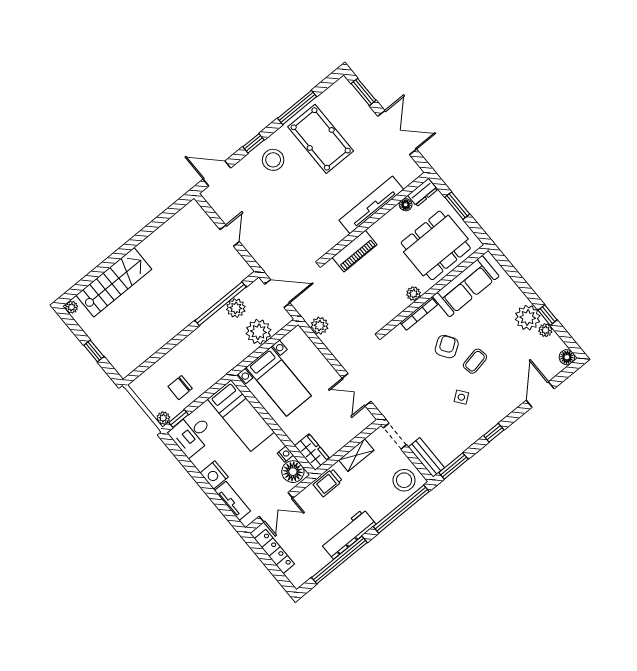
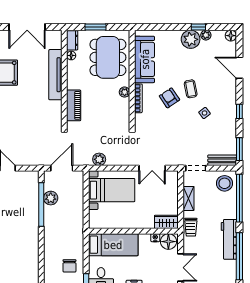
double door: (397, 133) -> (27, 27), swing flipped
plant: (259, 332) -> (74, 196), removed
bed with nightstands: (279, 382) -> (112, 190), moved

